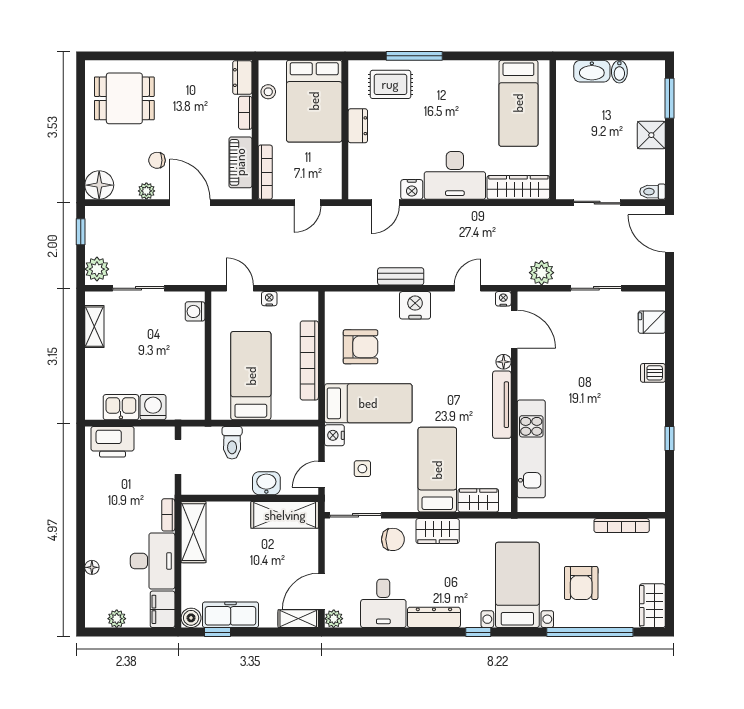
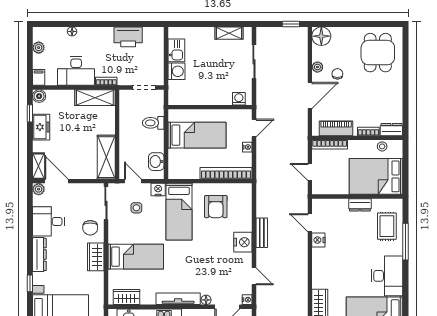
desk: (455, 175) -> (387, 276), moved, turned 180
plant: (97, 269) -> (267, 35), removed
bookcase: (309, 360) -> (226, 173), moved
printer: (113, 442) -> (128, 37), moved, turned -90
washbasin: (266, 483) -> (156, 162), moved, turned 180
wardrobe: (478, 500) -> (126, 297), moved, turned -90
filing cabinet: (163, 609) -> (39, 77), width x0.50
freezer: (231, 615) -> (41, 127), width x0.71

